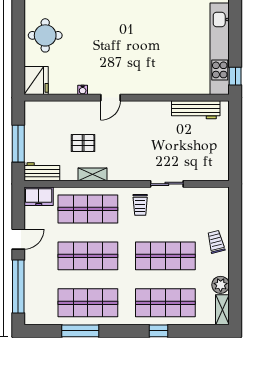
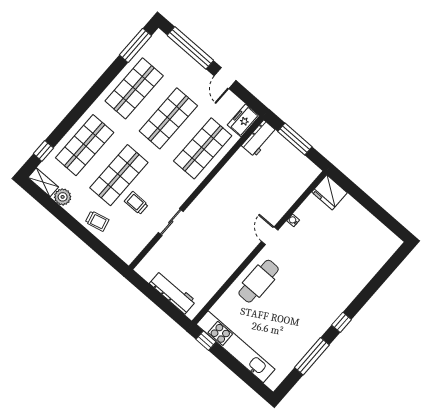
round table: (45, 35) -> (357, 228), removed
cafe table: (153, 76) -> (259, 281), added
workbench: (196, 110) -> (173, 292), moved, turned 90
pallet: (83, 143) -> (254, 187), removed
shelving: (93, 174) -> (225, 174), removed
trolley: (140, 205) -> (136, 203), moved
window: (80, 331) -> (135, 45), moved
window: (159, 331) -> (43, 151), moved

